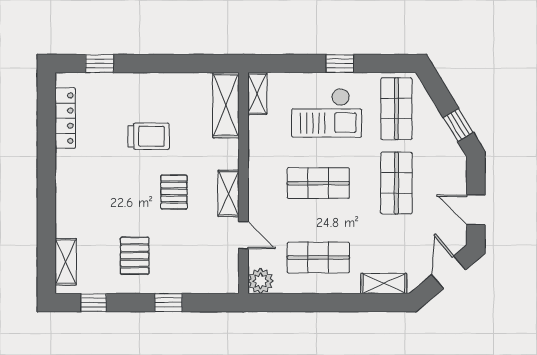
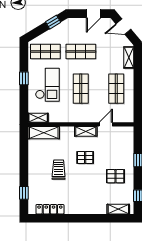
plant: (261, 281) -> (128, 116), removed

